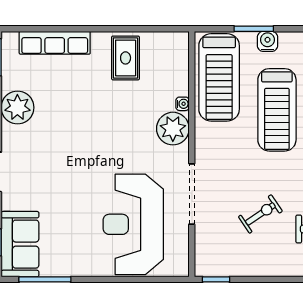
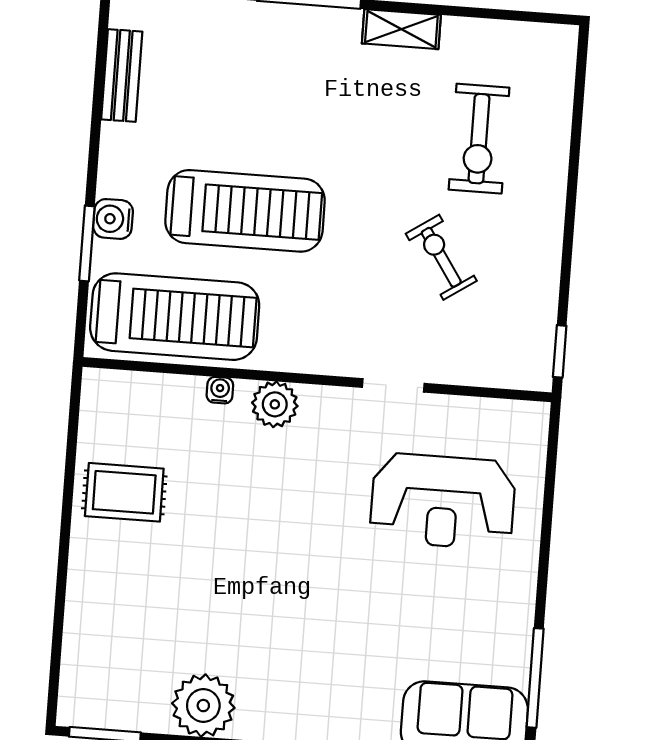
row of seats: (55, 43) -> (85, 625), removed
plant: (173, 129) -> (275, 404), width x0.73, depth x0.73
doorway: (192, 194) -> (393, 385), width x0.53
reception desk: (133, 224) -> (443, 501), width x0.74, depth x0.77

